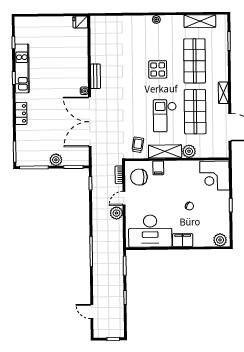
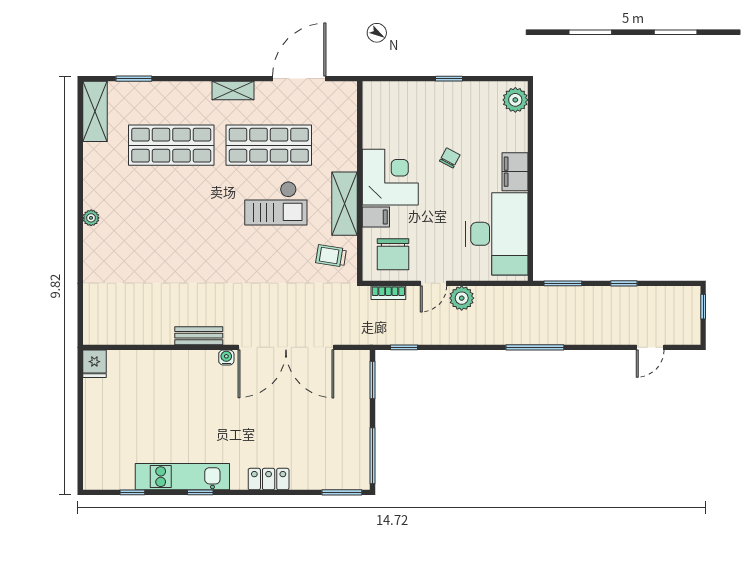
shelving: (200, 21) -> (95, 111), moved
display table: (158, 69) -> (187, 216), removed
plant: (189, 151) -> (345, 158), removed
plant: (56, 160) -> (358, 413), removed
corner desk: (215, 176) -> (390, 177), moved, turned -90
door: (124, 198) -> (433, 283), hinge flipped

